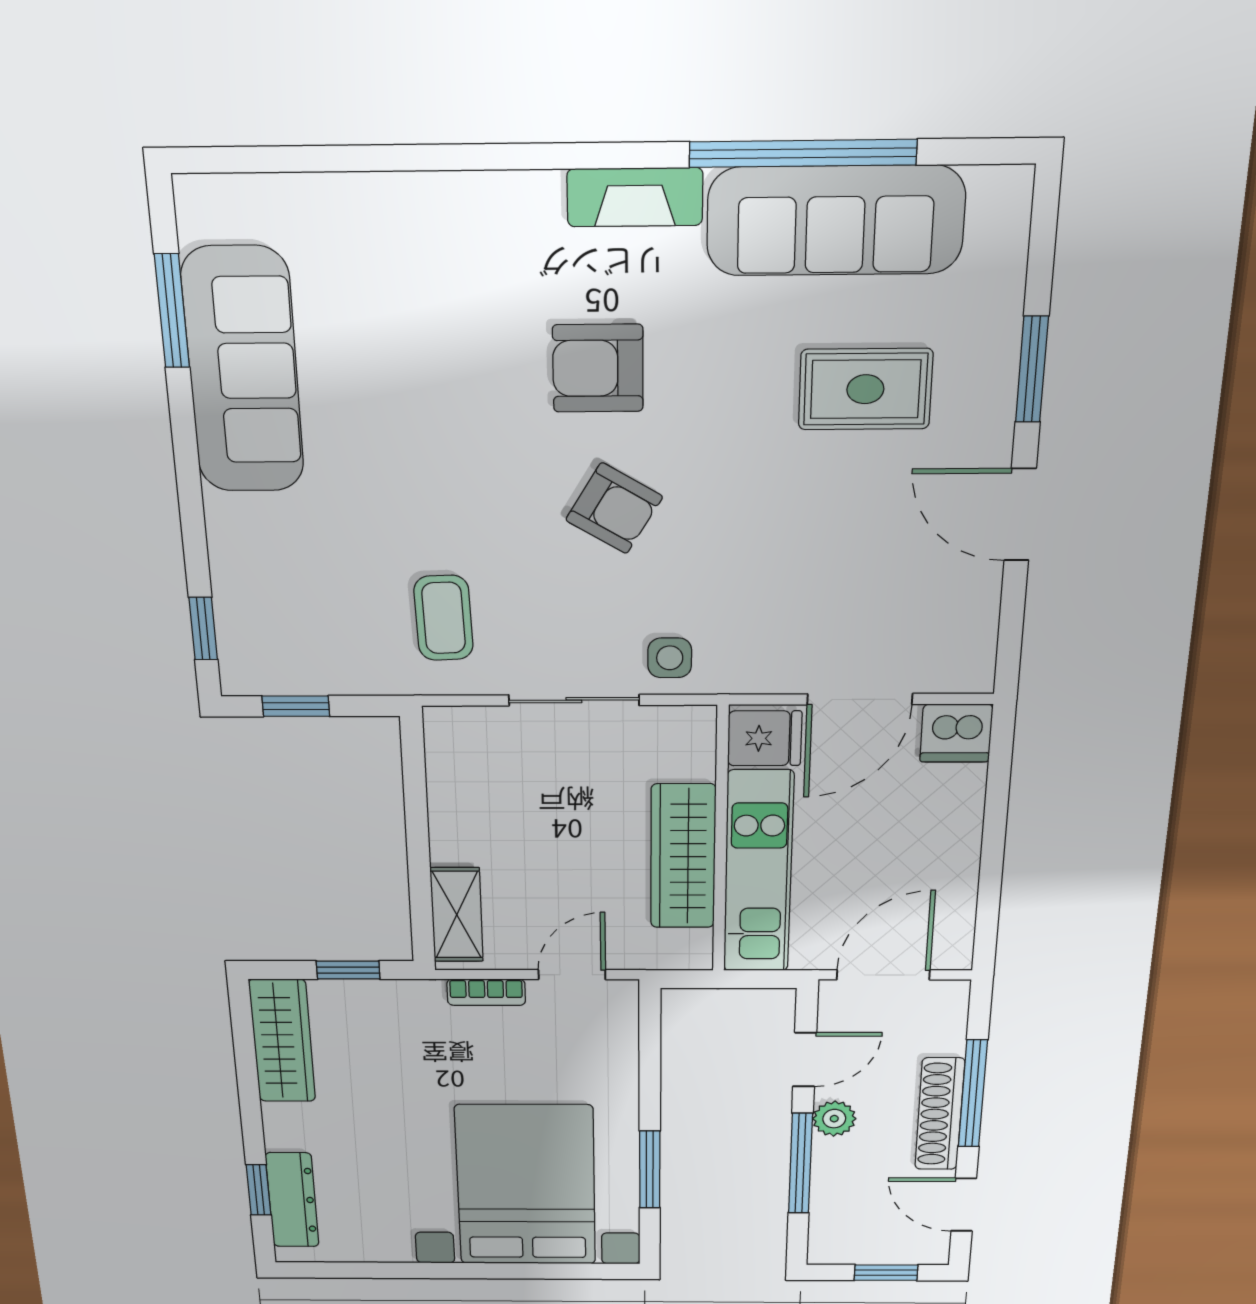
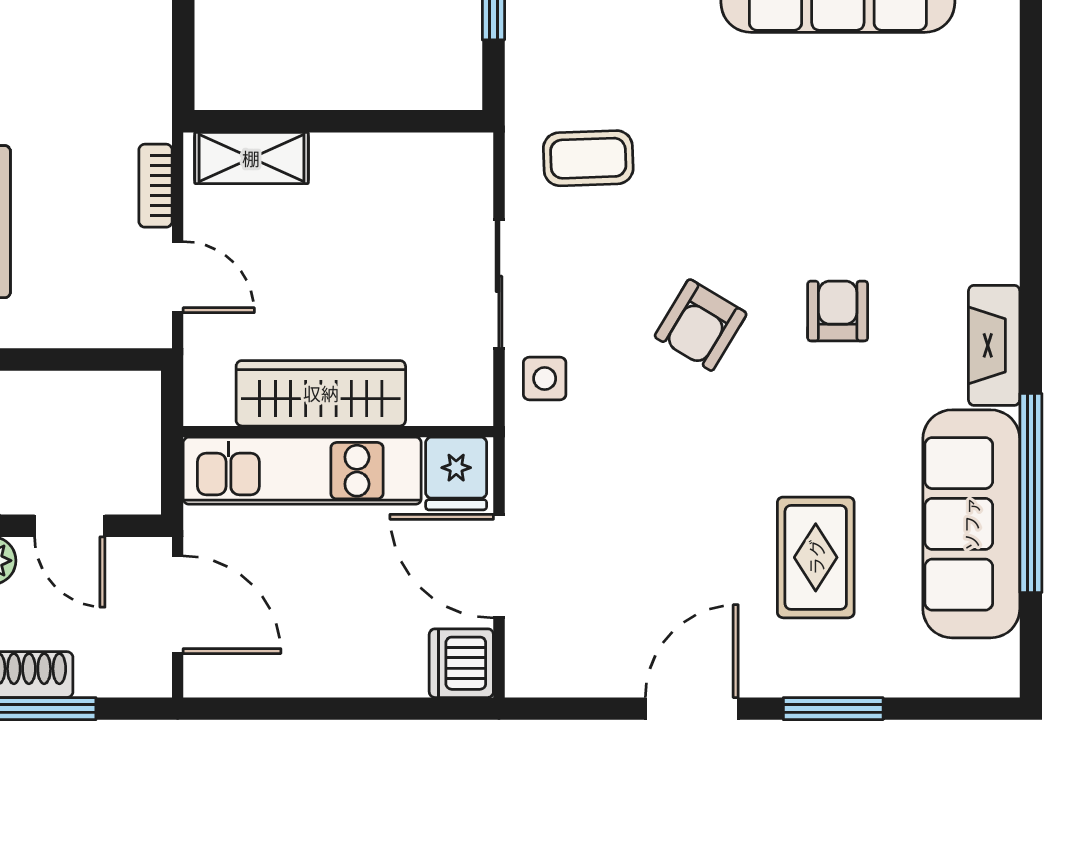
armchair: (598, 368) -> (838, 311), width x0.72, depth x0.72
window: (348, 970) -> (183, 40), removed

